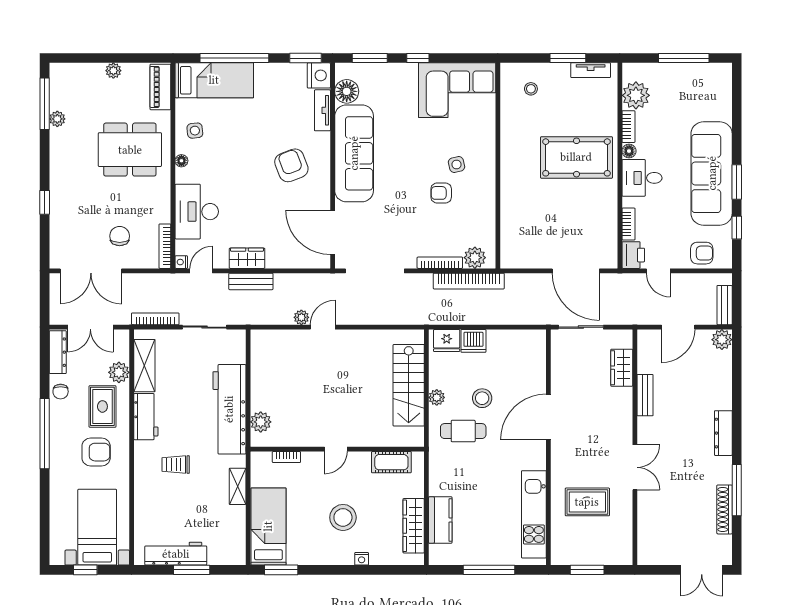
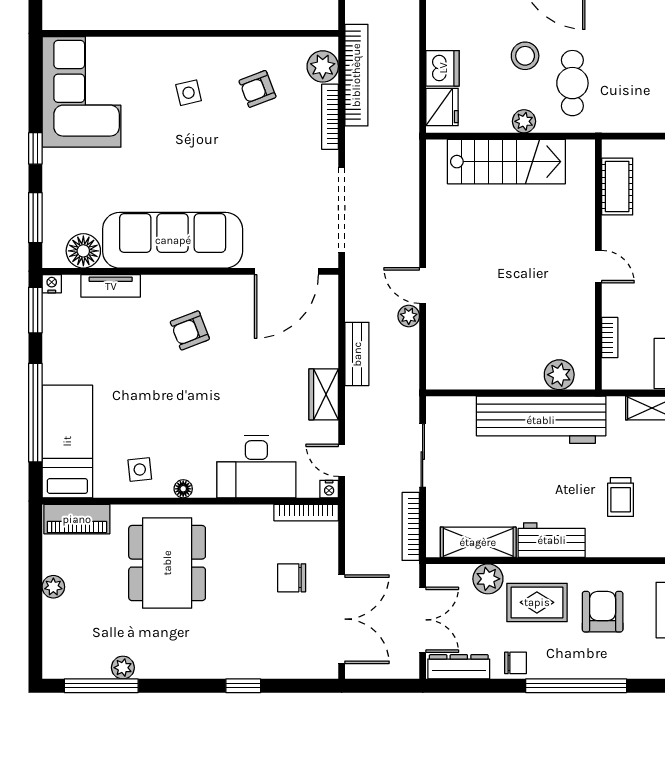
nightstand: (319, 75) -> (52, 284), width x0.53, depth x0.56
armchair: (291, 165) -> (190, 330), width x0.72, depth x0.72
armchair: (441, 193) -> (257, 89), moved, turned 69
bench: (251, 281) -> (357, 354), moved

